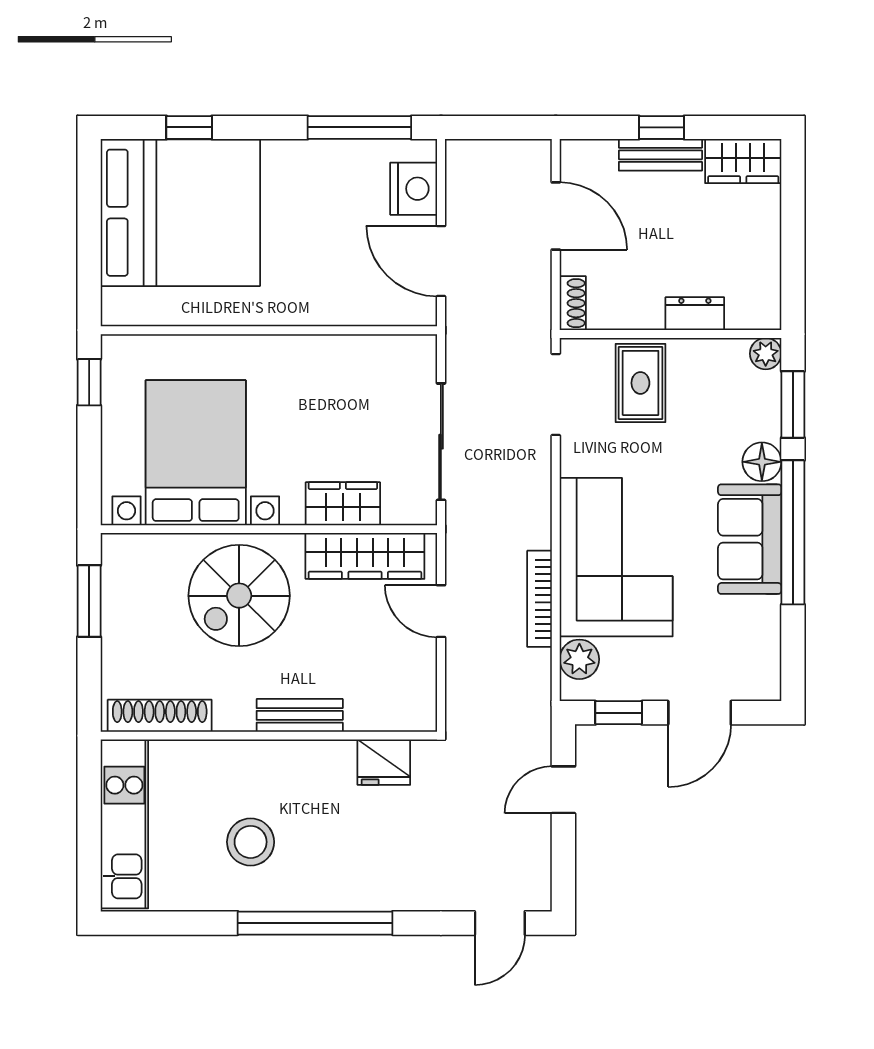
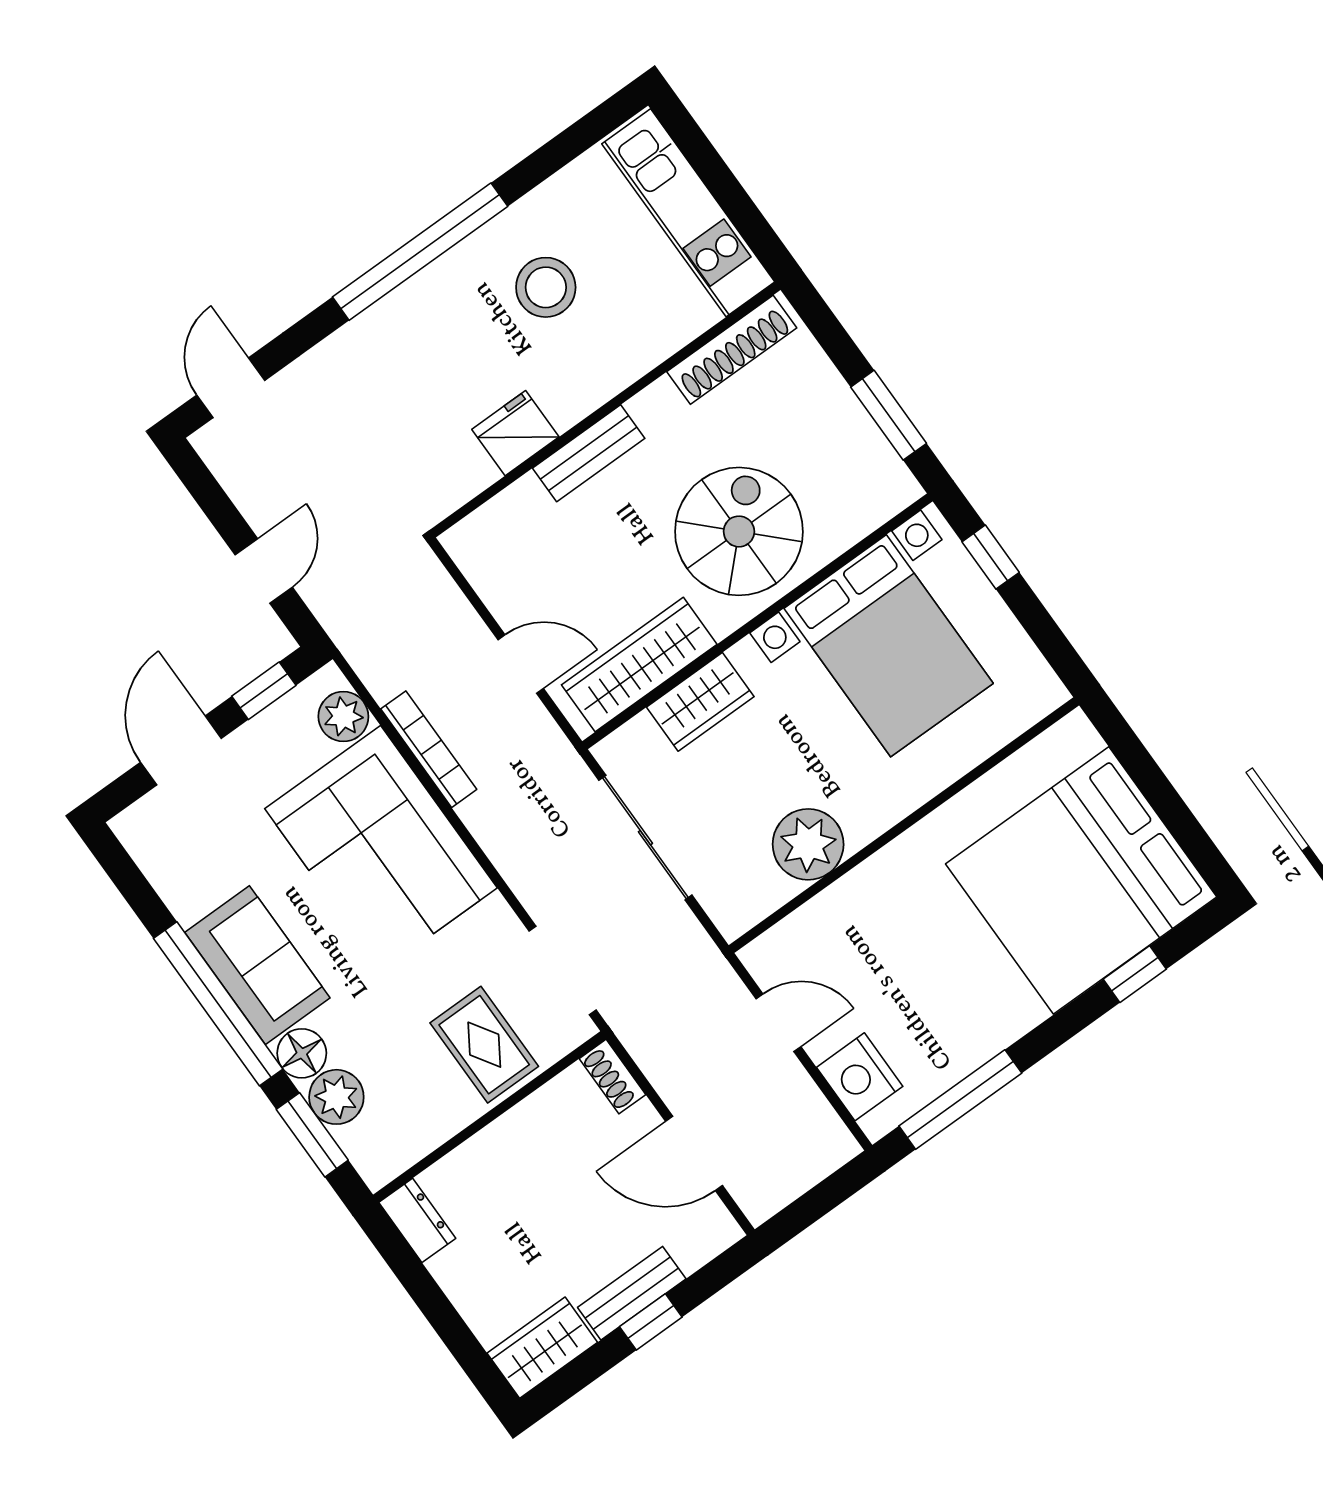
door: (441, 261) -> (778, 1023), width x0.73
dresser: (695, 314) -> (417, 1220), moved, turned -90
plant: (766, 354) -> (336, 1097), moved, width x1.38, depth x1.38
plant: (339, 362) -> (808, 844), added
window: (89, 382) -> (991, 557), moved
fridge: (384, 762) -> (515, 433), moved

